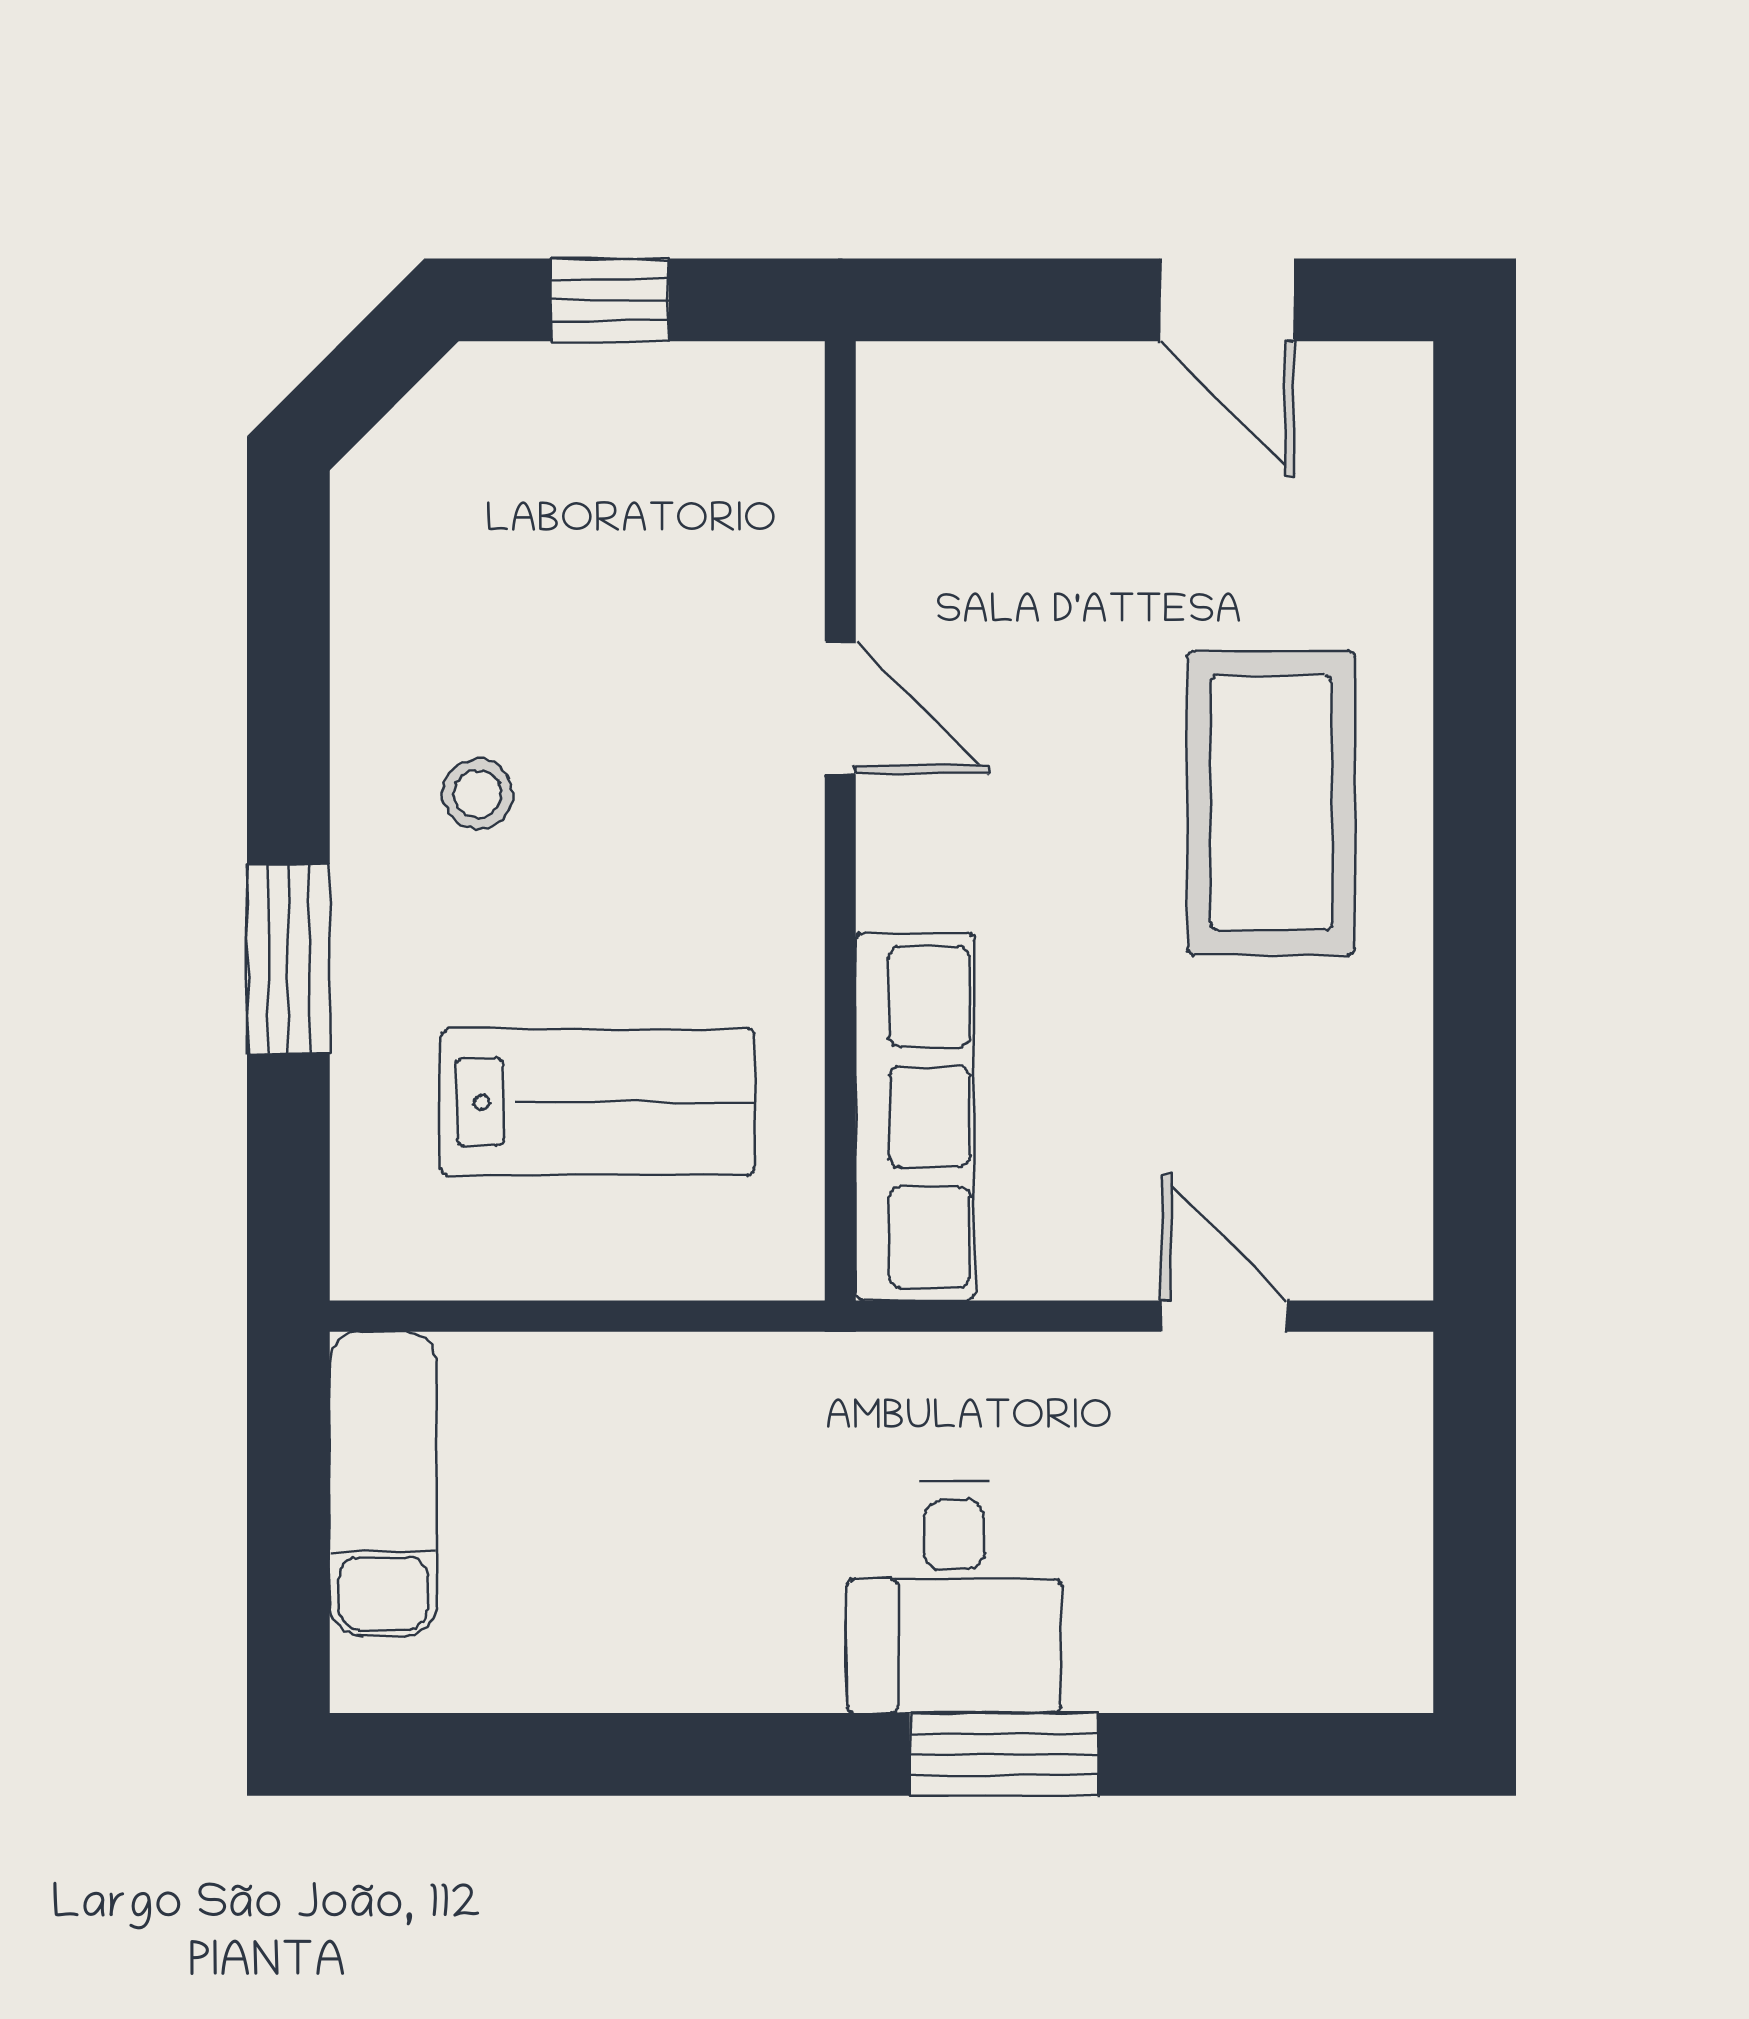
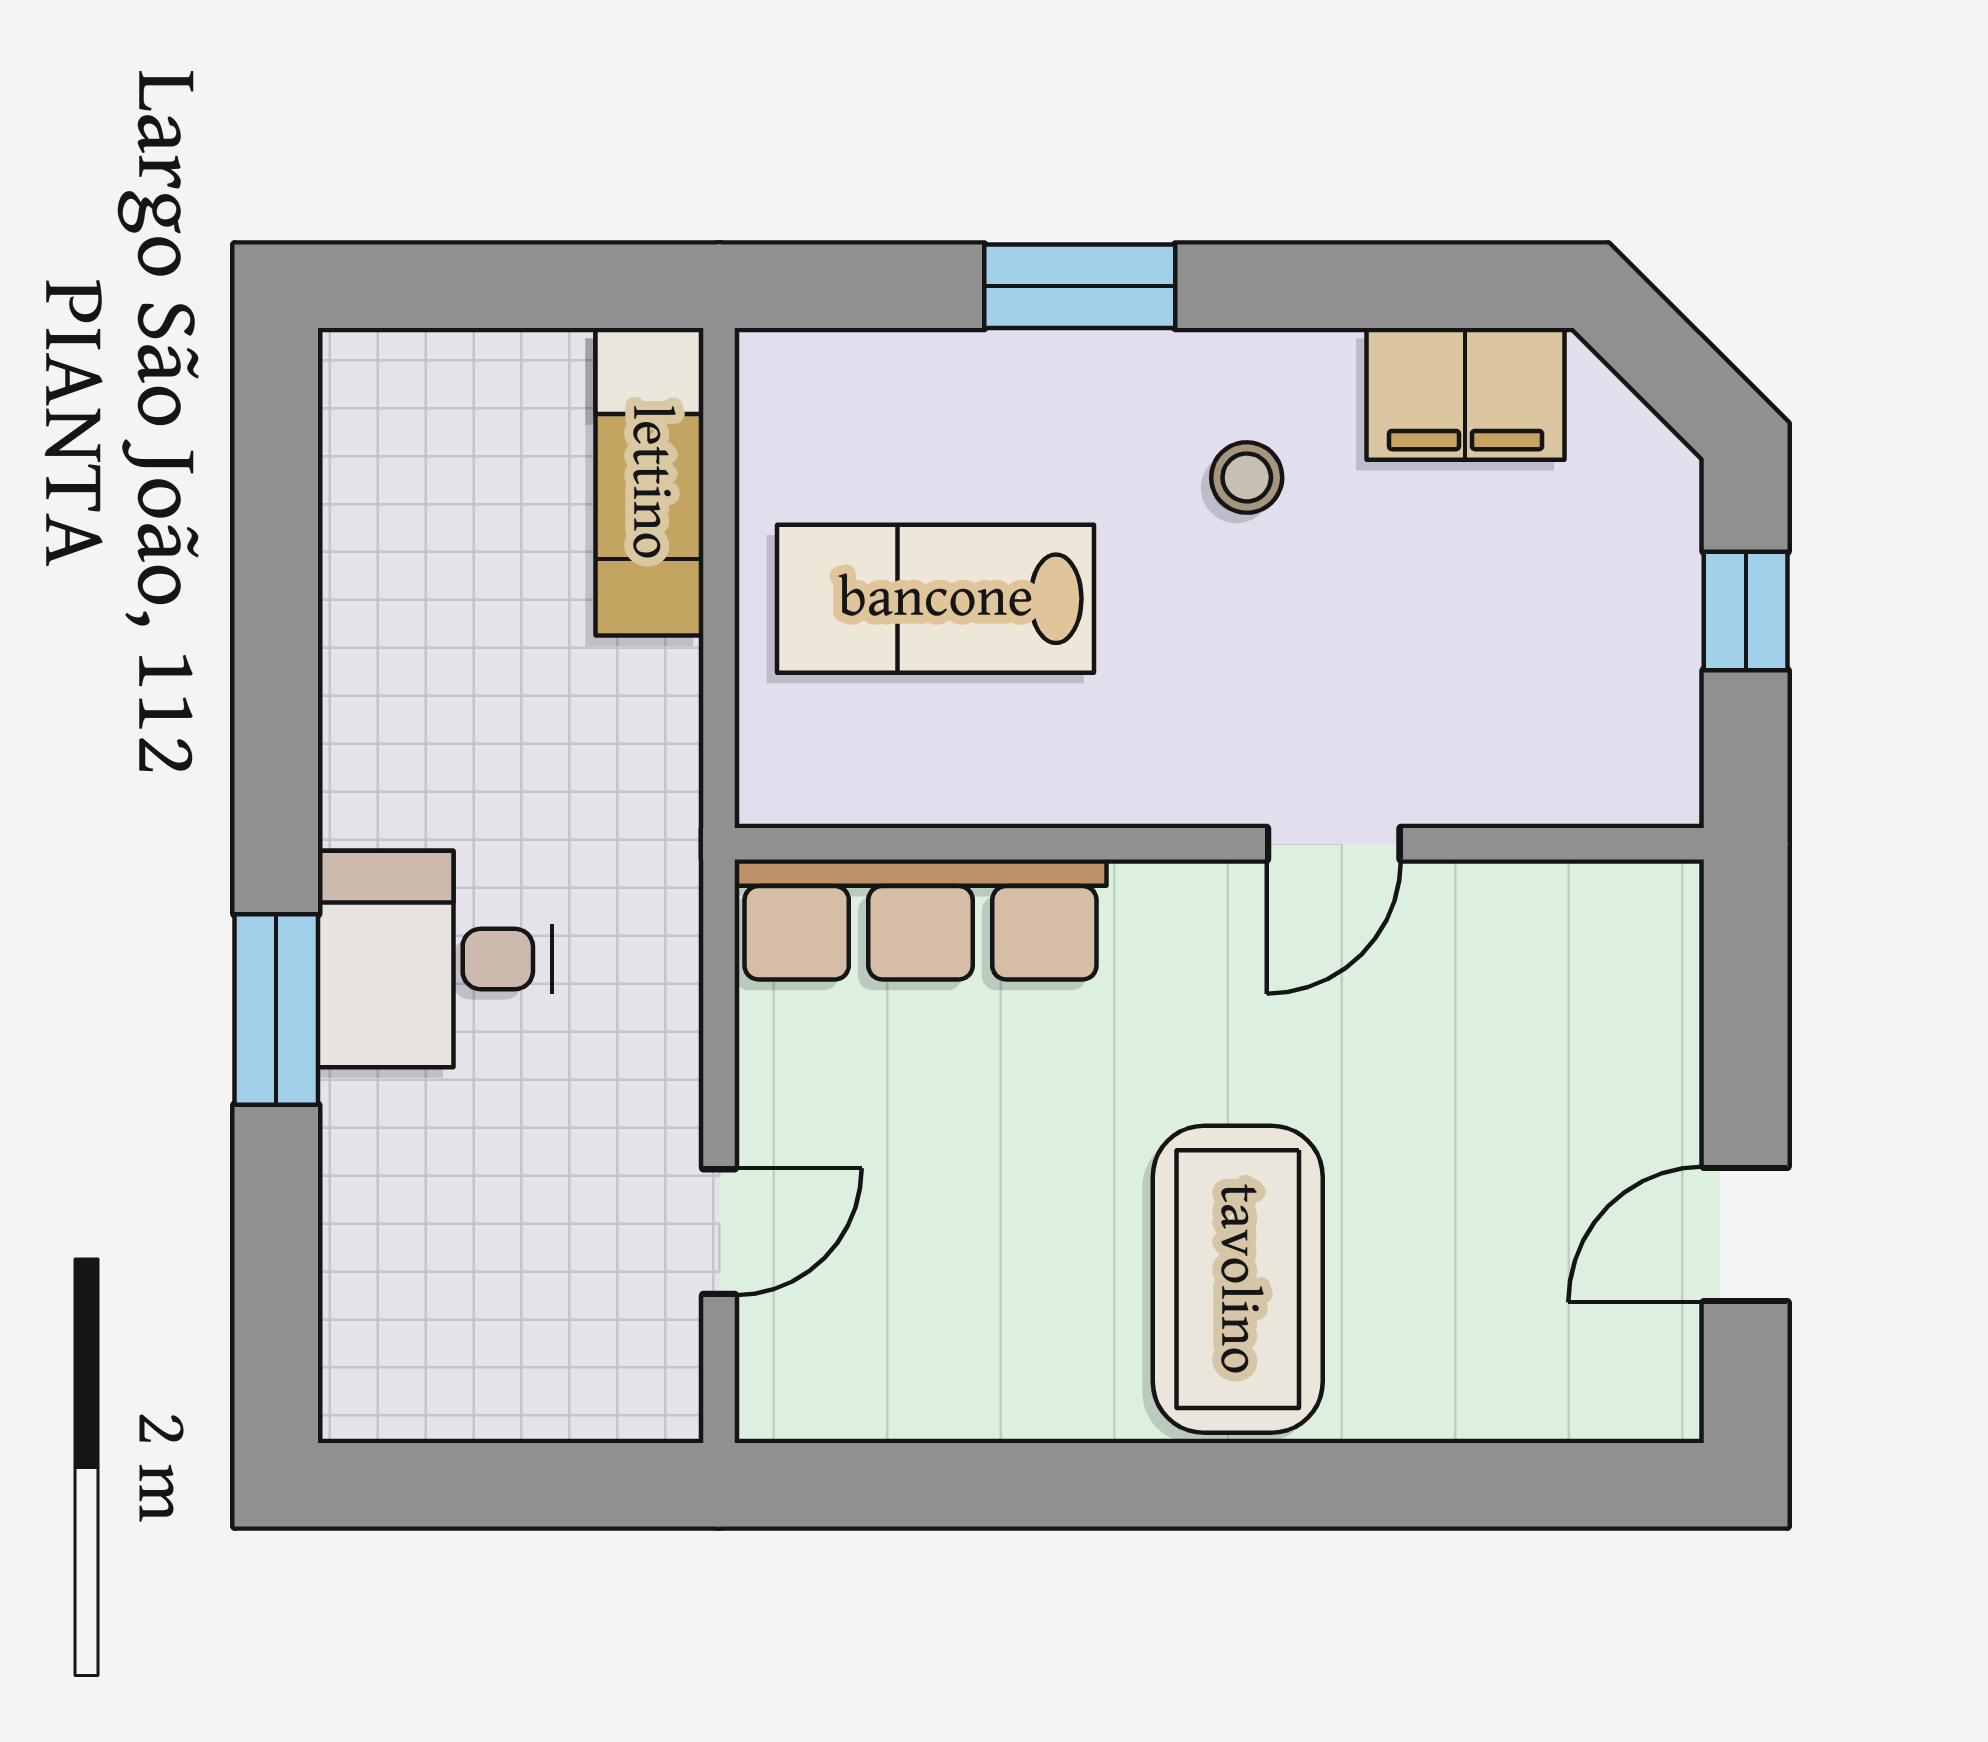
filing cabinet: (395, 577) -> (1465, 394), added
coffee table: (1271, 803) -> (1238, 1279), turned 90
lab bench: (598, 1102) -> (936, 599), turned 90
exam couch: (383, 1484) -> (650, 482), moved, turned 90

